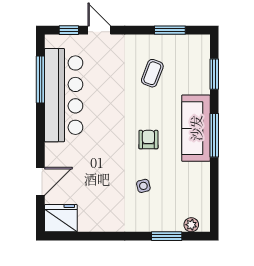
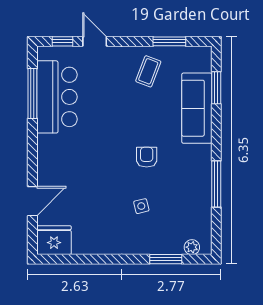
coffee table: (152, 73) -> (148, 71), moved
bar counter: (64, 95) -> (57, 97), width x0.73
sofa: (196, 128) -> (197, 108), moved
window: (214, 135) -> (216, 184), moved

